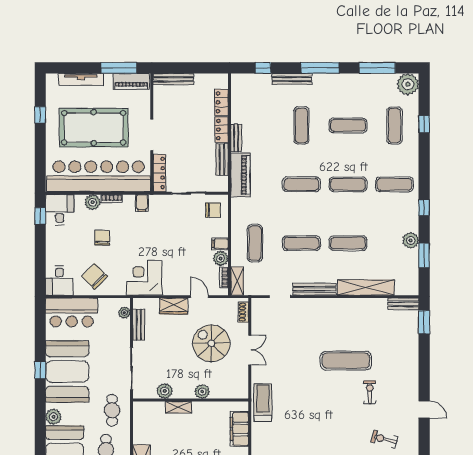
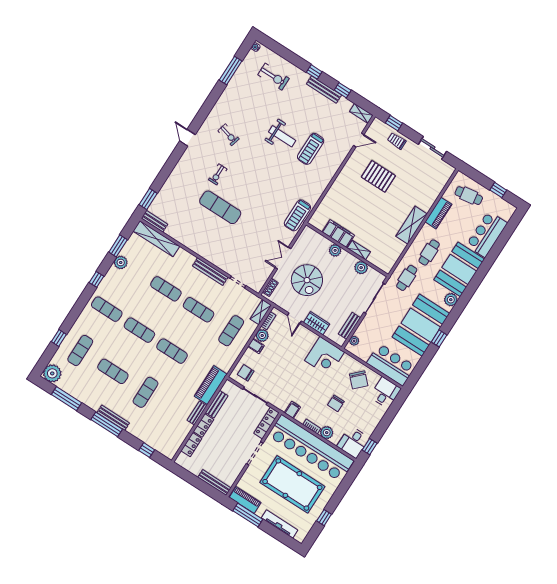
bench: (292, 79) -> (113, 418), moved
shelving: (366, 287) -> (156, 239), moved
filing cabinet: (239, 429) -> (338, 234), moved, turned -90

